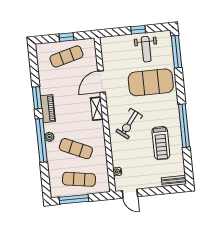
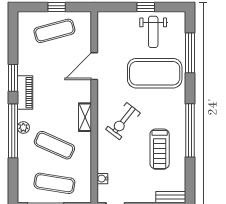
window: (176, 52) -> (190, 53), moved
shelving: (97, 109) -> (85, 117), moved

